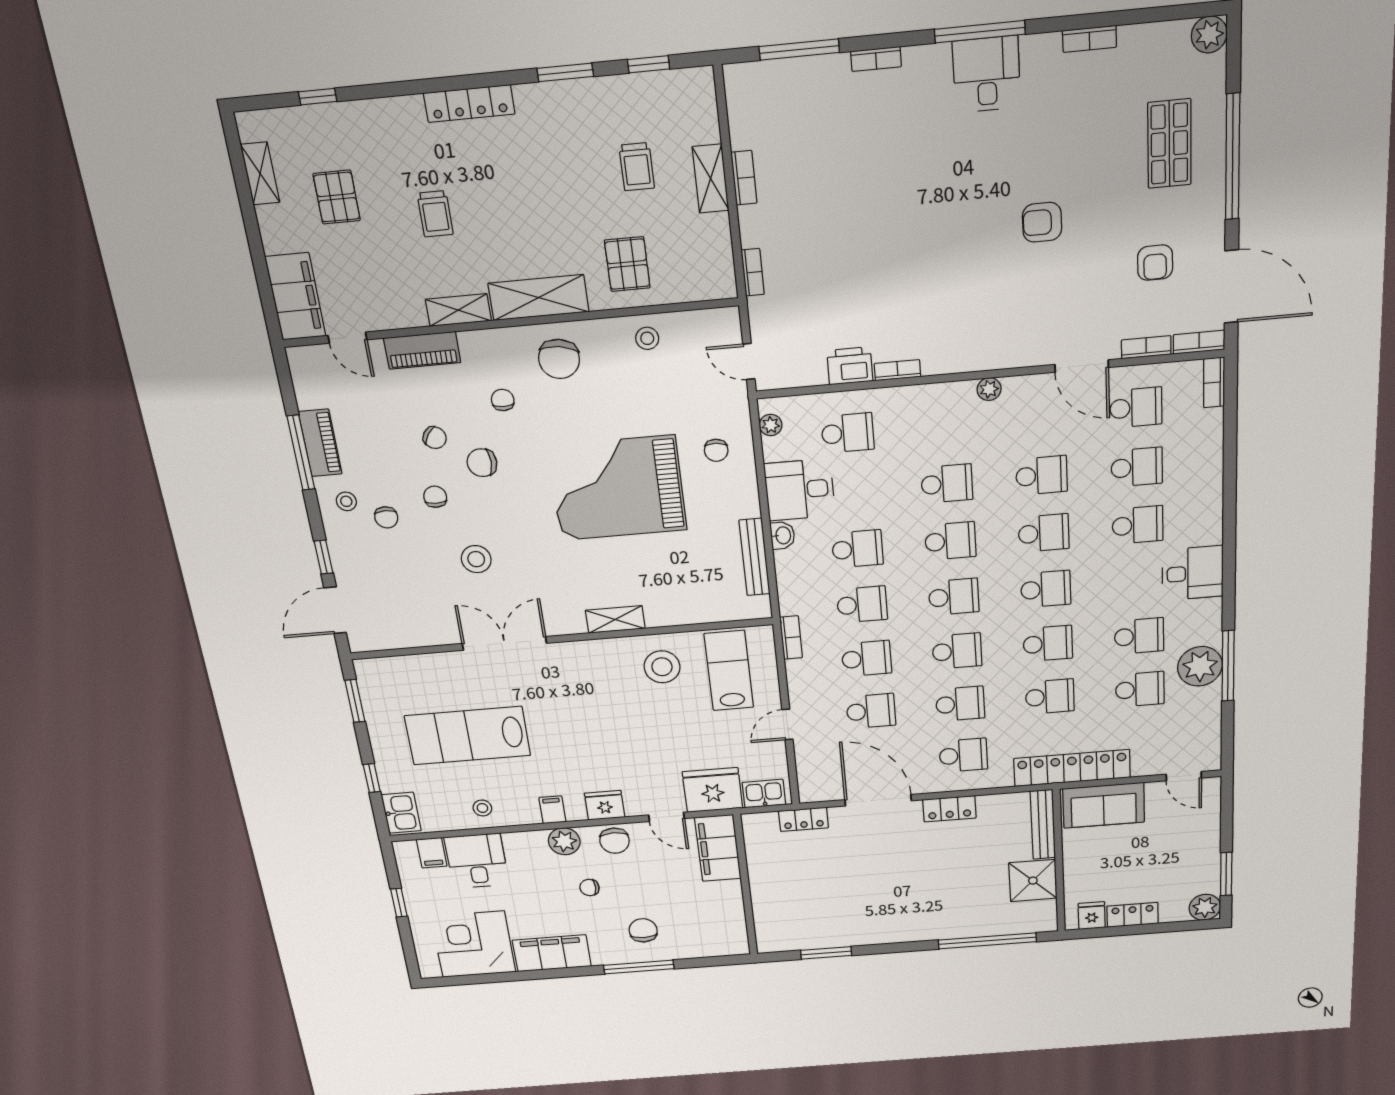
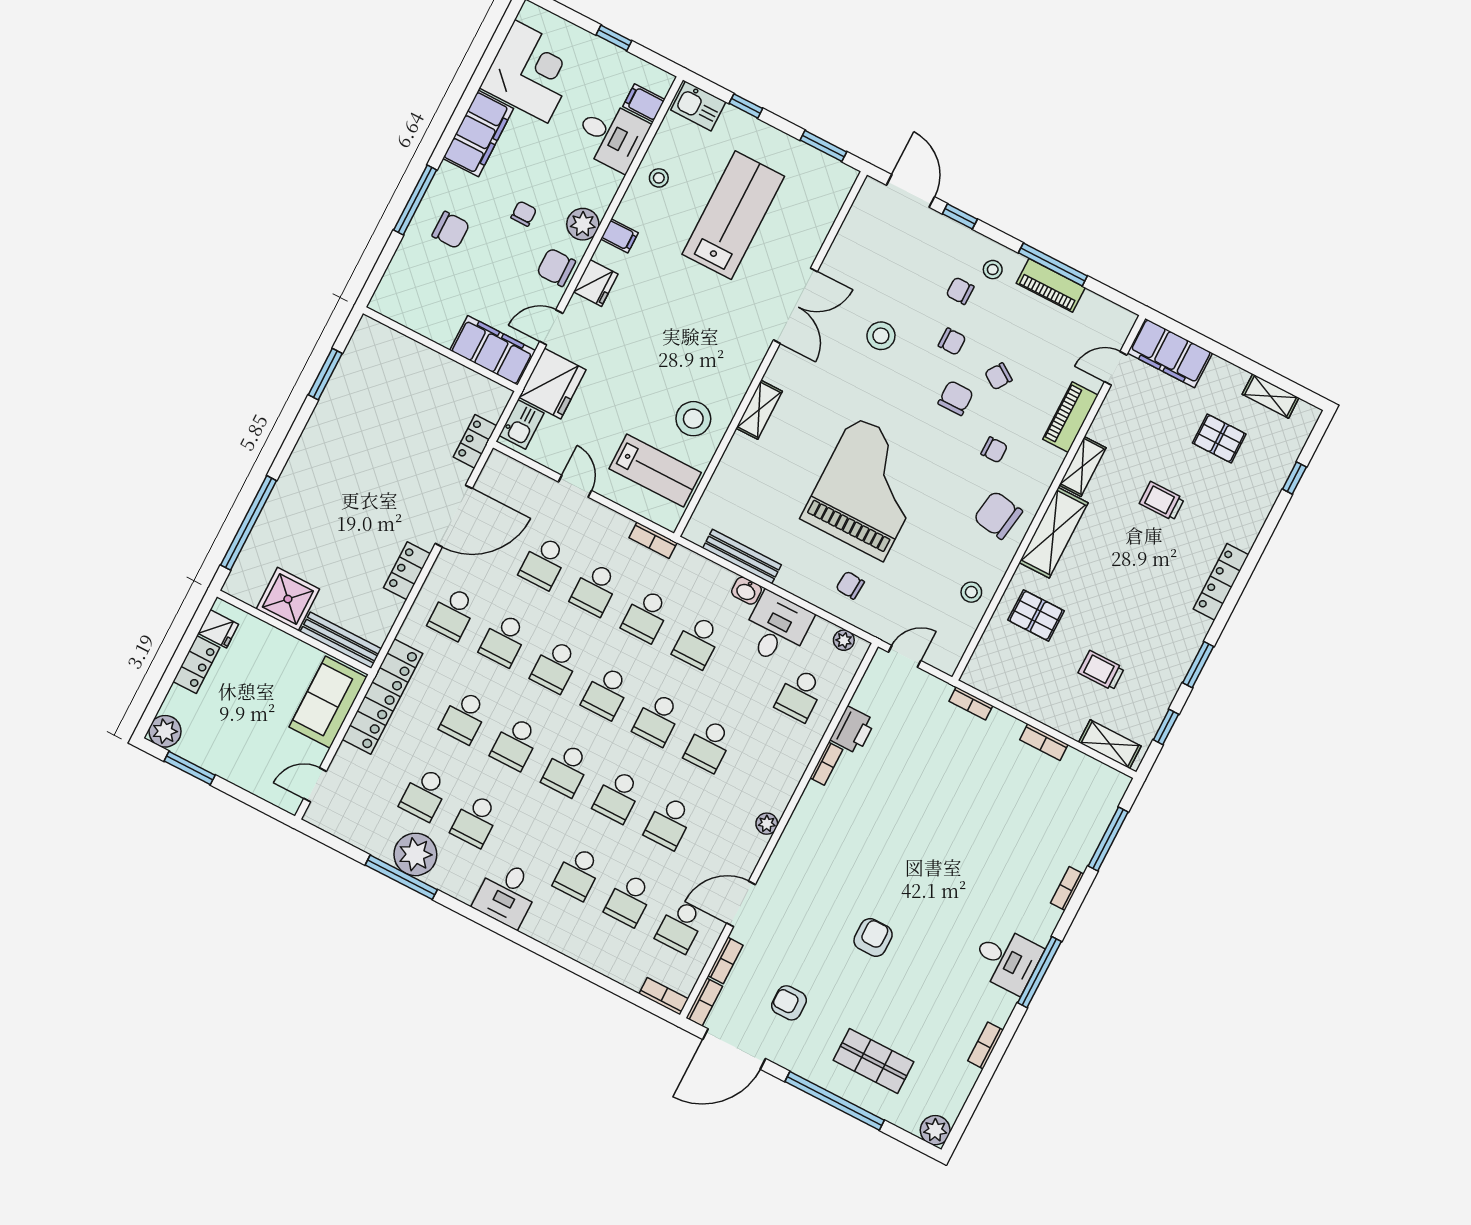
shelving: (711, 179) -> (1110, 744), moved

